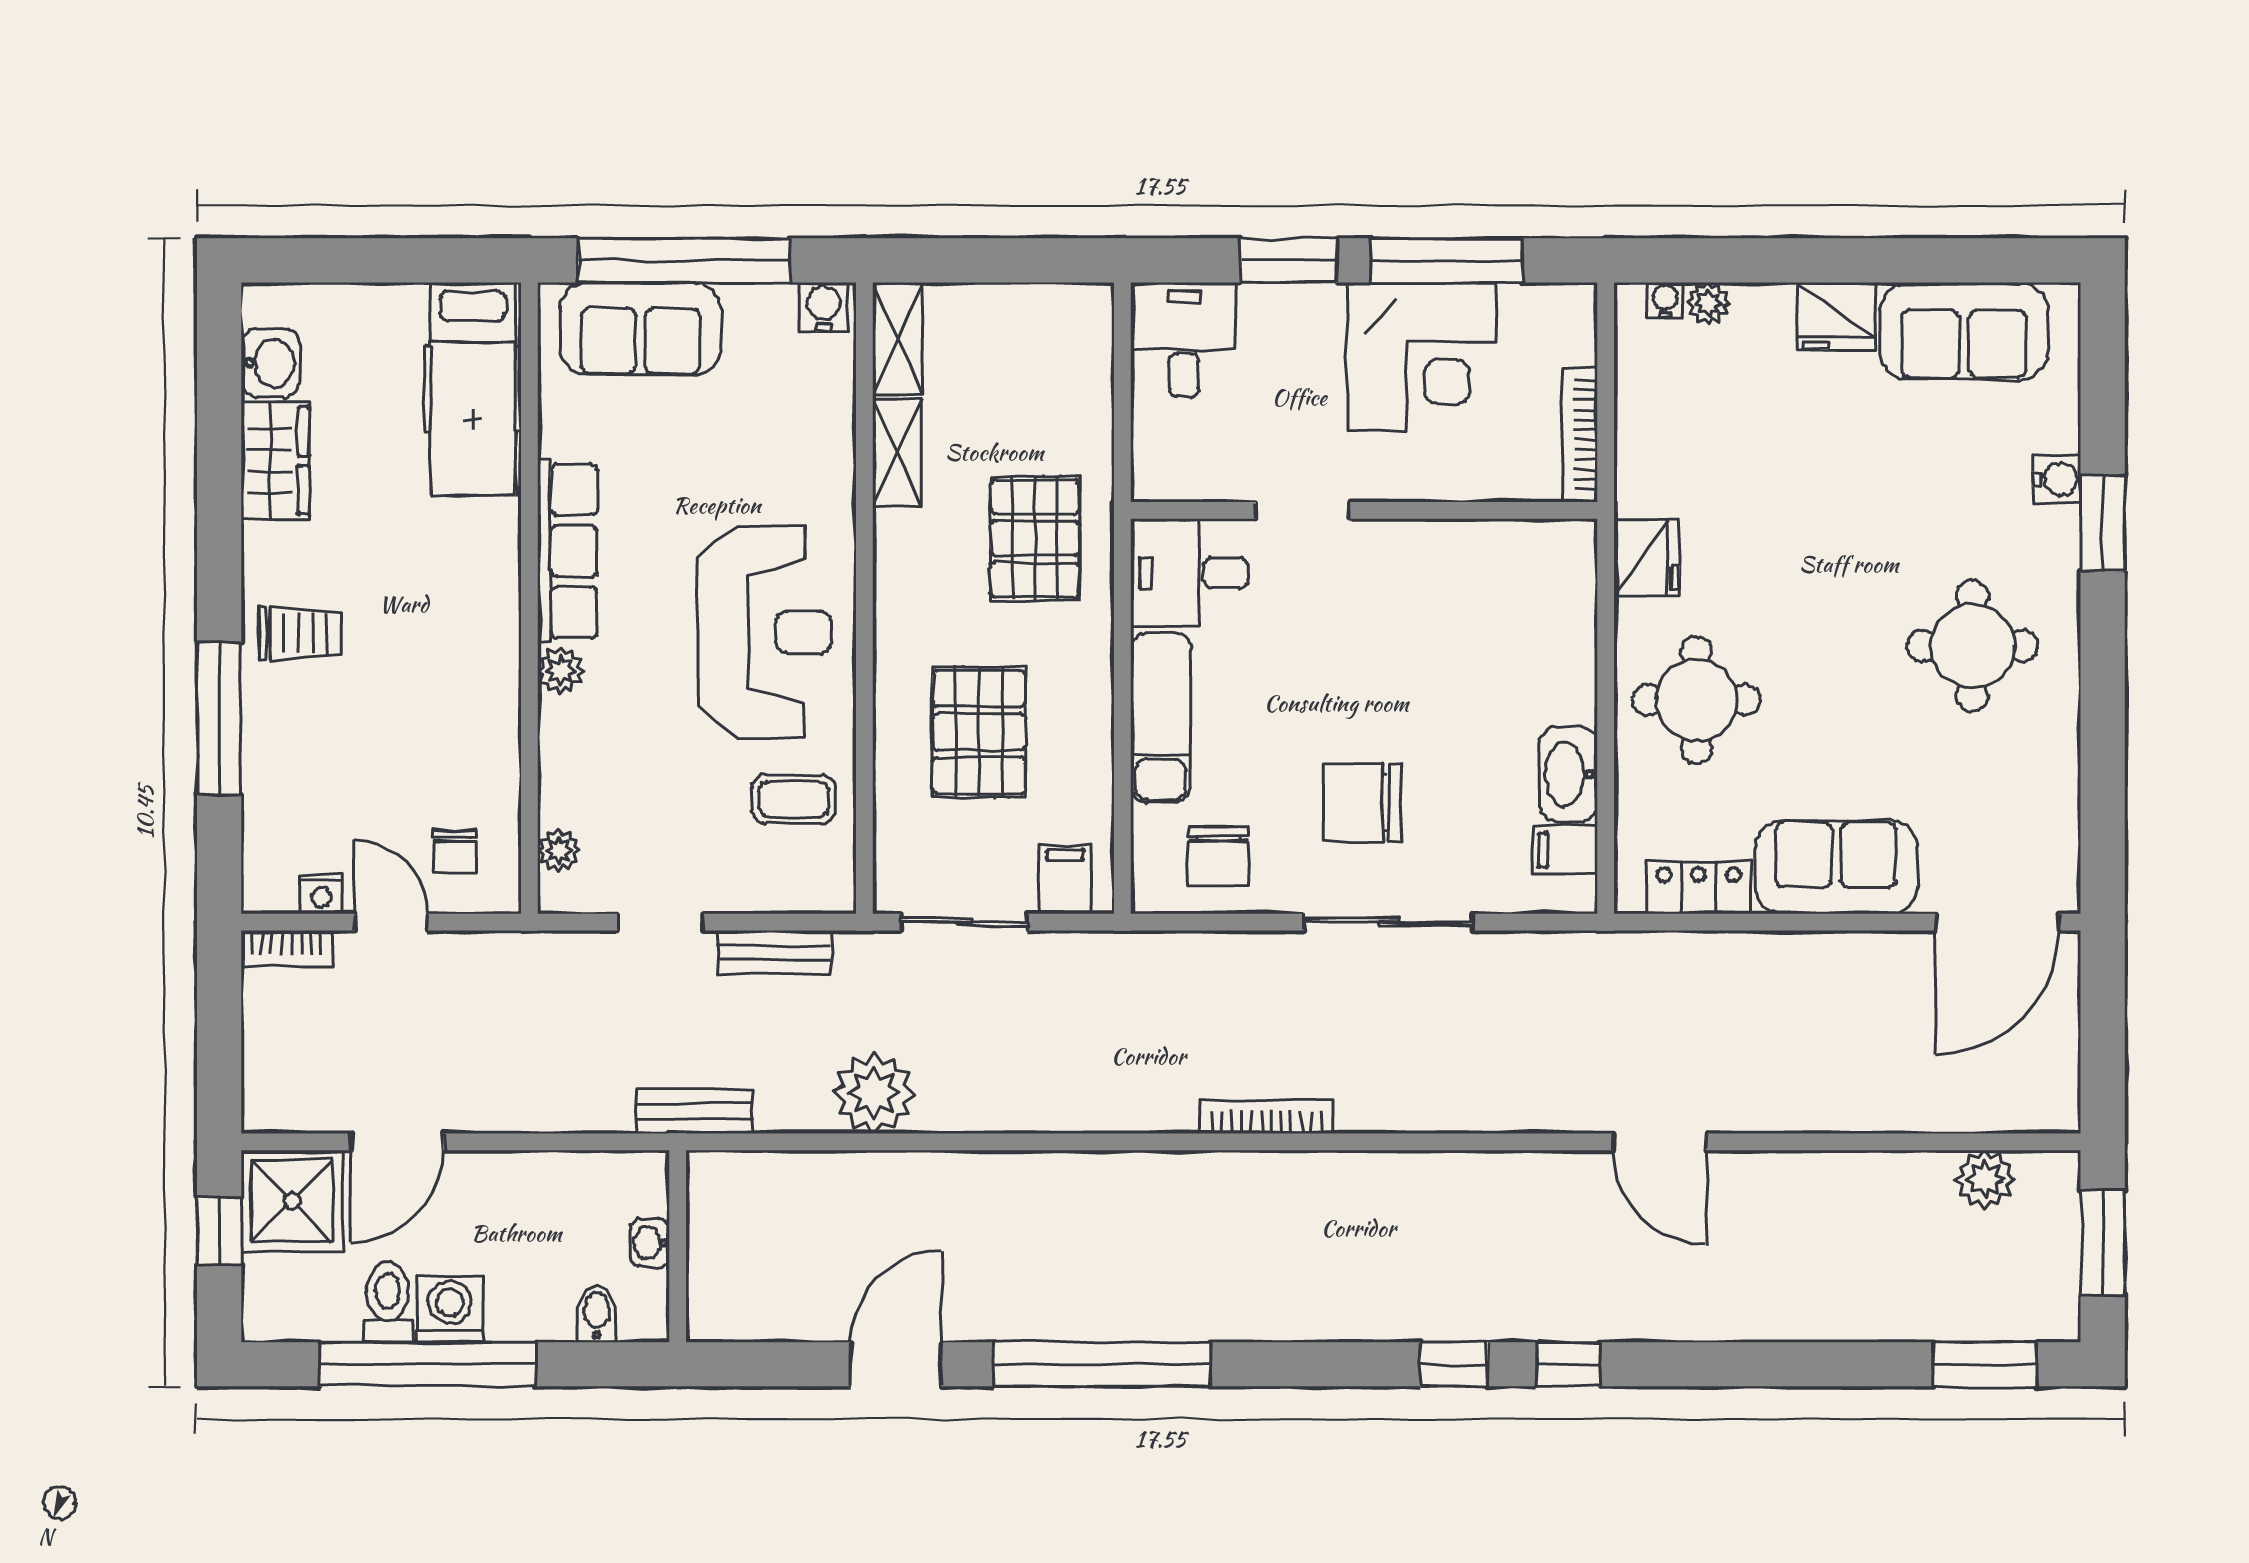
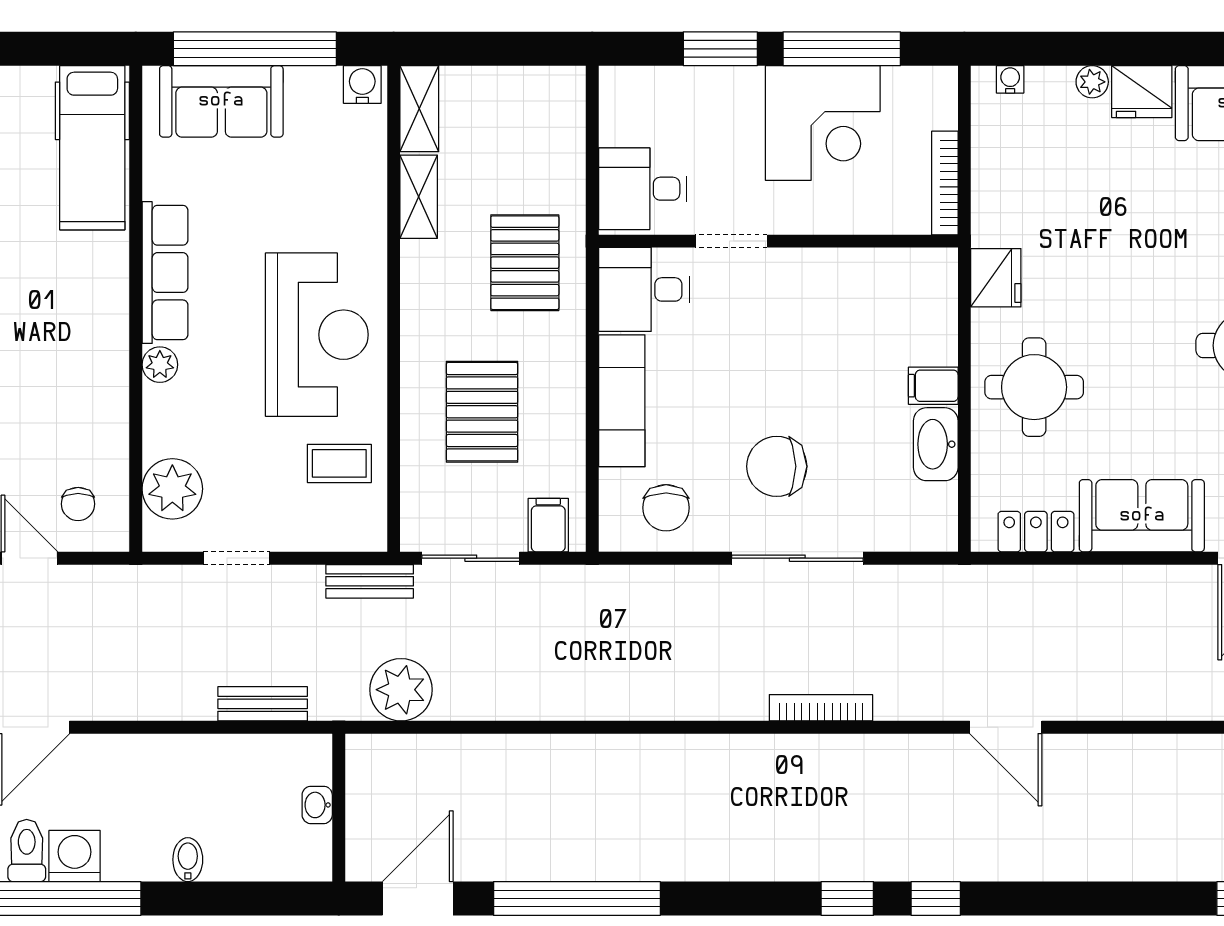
plant: (1708, 303) -> (1092, 82), moved
desk: (1184, 340) -> (643, 189), moved, turned -90
plant: (559, 850) -> (172, 489), width x1.87, depth x1.87
filing cabinet: (1565, 850) -> (933, 386), moved
bench: (774, 952) -> (370, 581), moved
bookcase: (1266, 1116) -> (821, 708), moved
washbasin: (650, 1243) -> (317, 805), moved
wall: (678, 1246) -> (339, 808), moved

